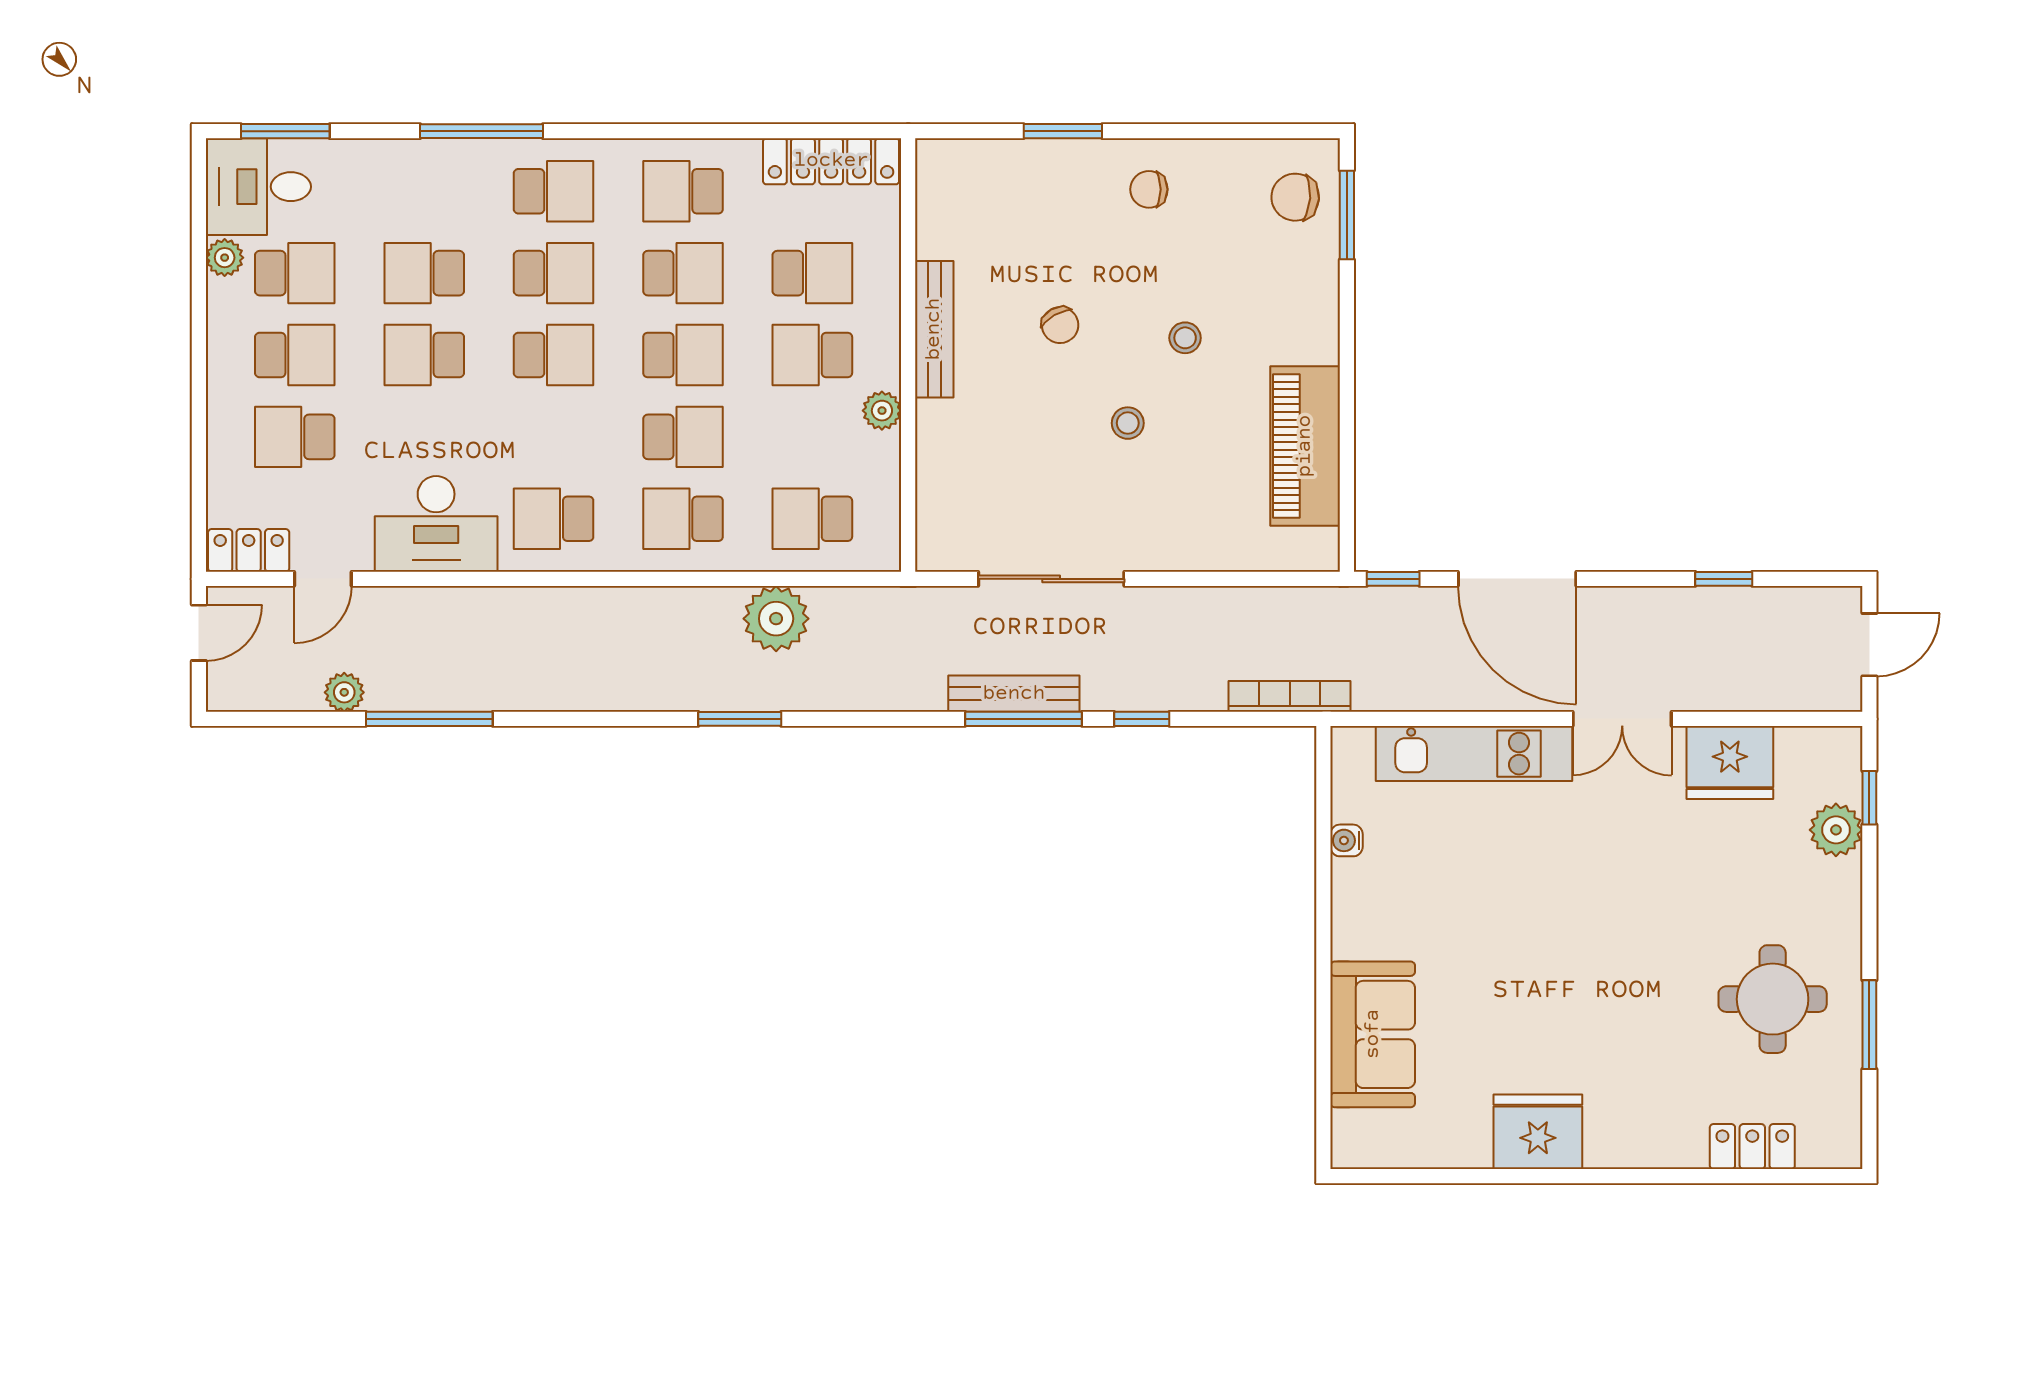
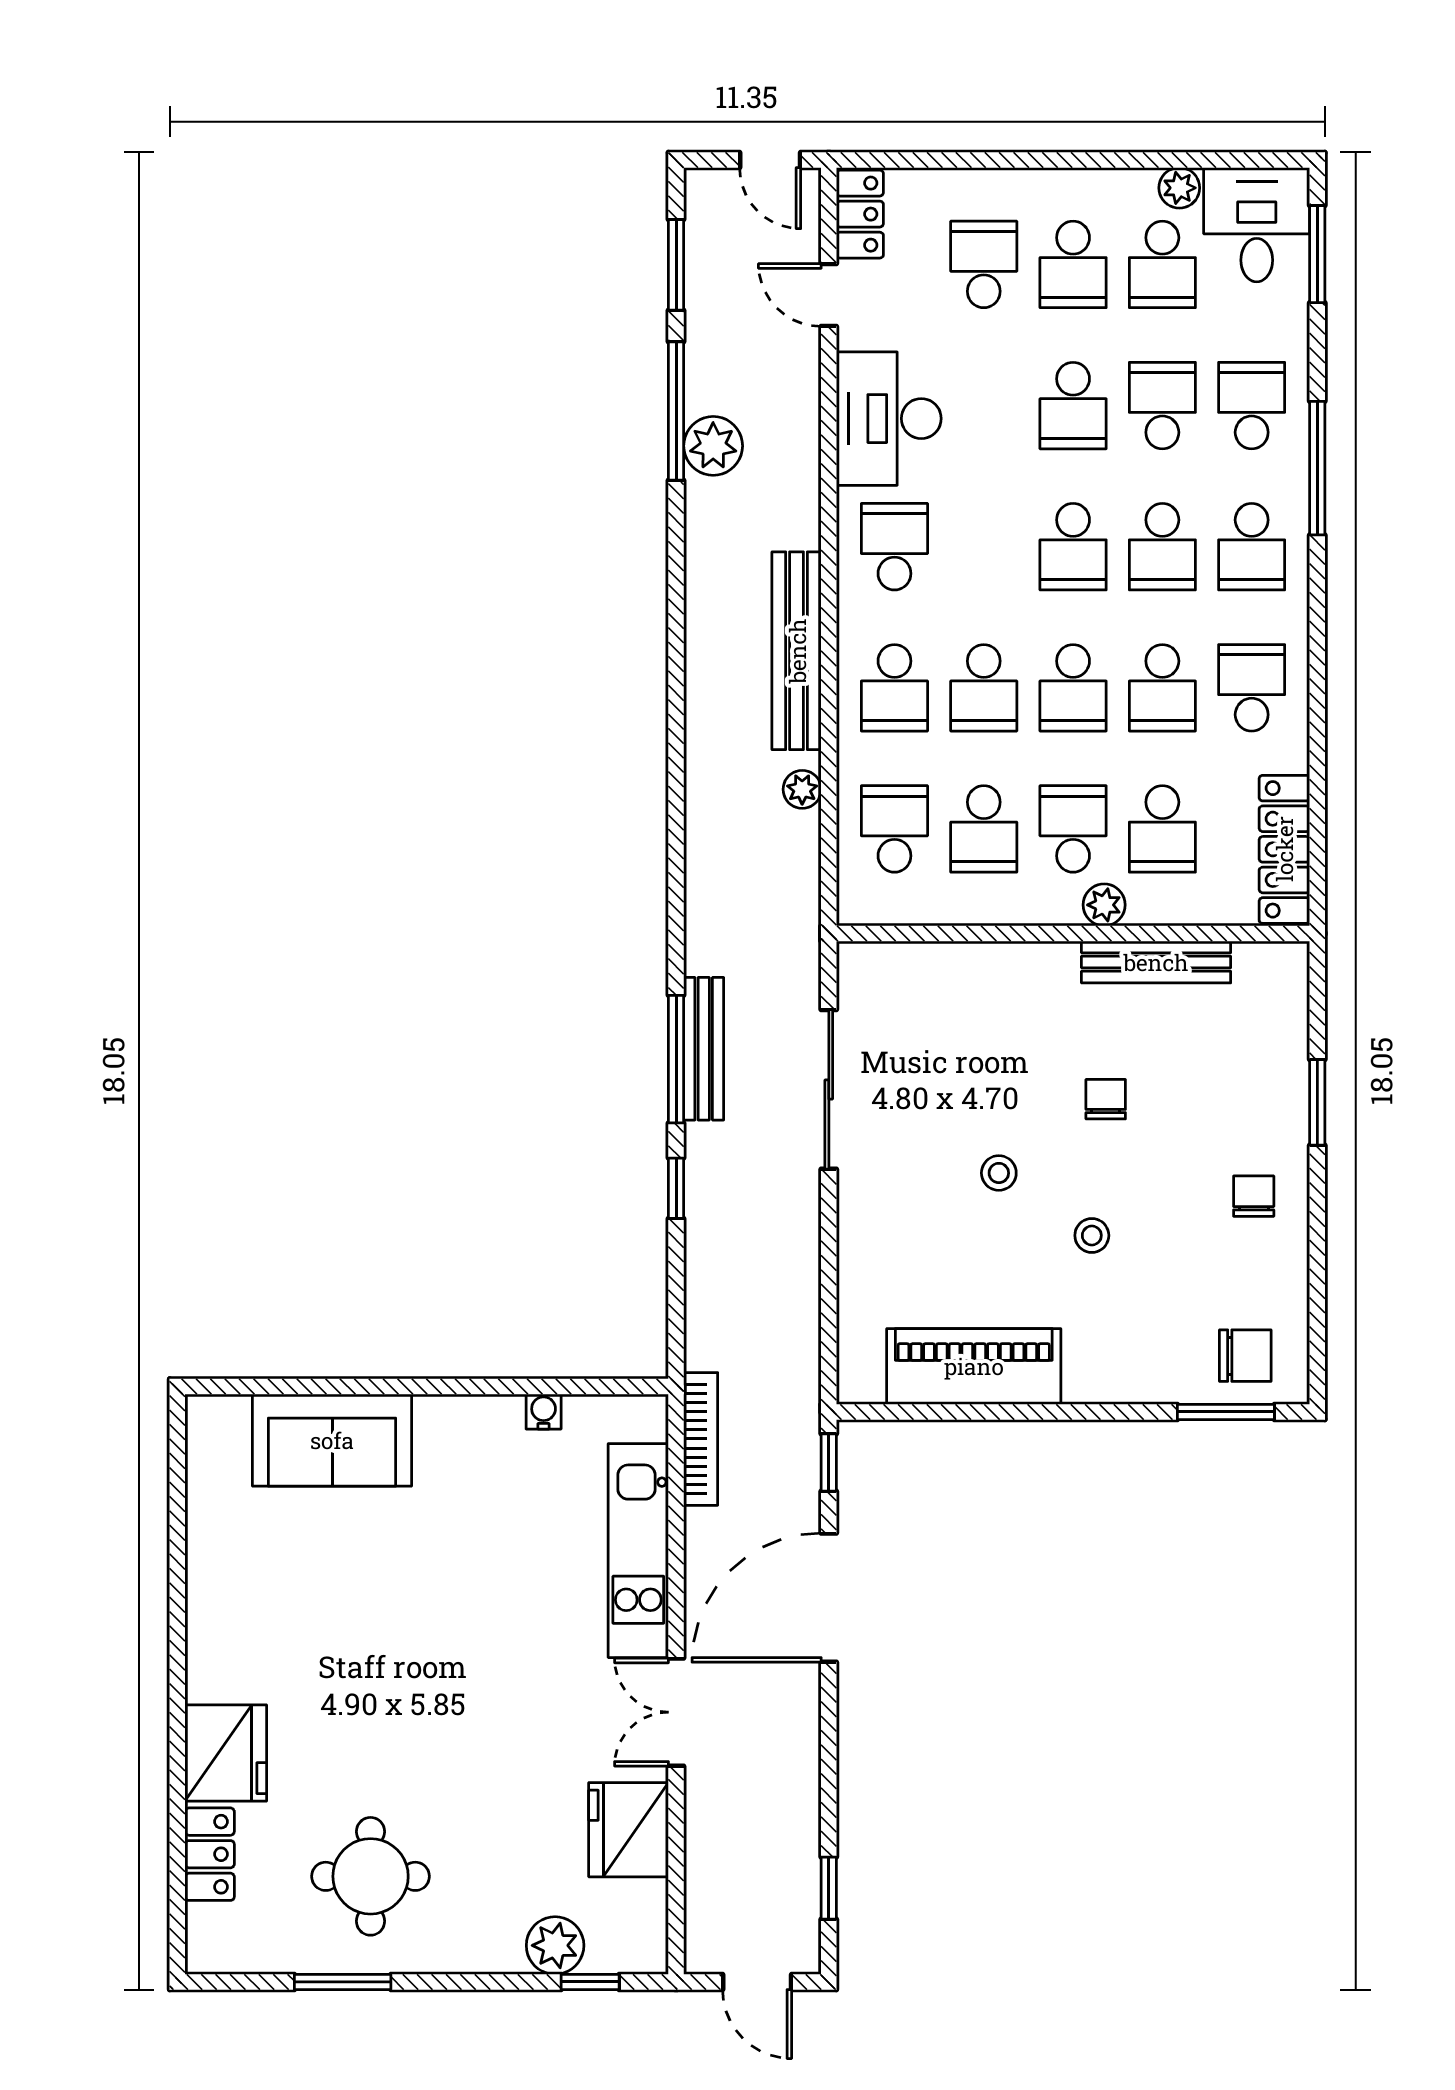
school desk: (424, 191) -> (1252, 406), added
chair: (1295, 197) -> (1245, 1356), turned 86
chair: (1060, 325) -> (1106, 1099), turned 120
bench: (934, 329) -> (1156, 962), moved
school desk: (424, 355) -> (1073, 406), turned 180
plant: (882, 411) -> (1104, 905), moved
school desk: (812, 437) -> (984, 829), added
school desk: (683, 519) -> (894, 688), turned 180
window: (1724, 579) -> (829, 1888), moved
bench: (649, 609) -> (797, 651), added
plant: (776, 619) -> (802, 789), width x0.53, depth x0.53
plant: (344, 692) -> (713, 446), moved, width x1.38, depth x1.38
bookcase: (1290, 696) -> (701, 1439), moved
window: (740, 719) -> (676, 265), moved
fridge: (1538, 1132) -> (226, 1753), moved

